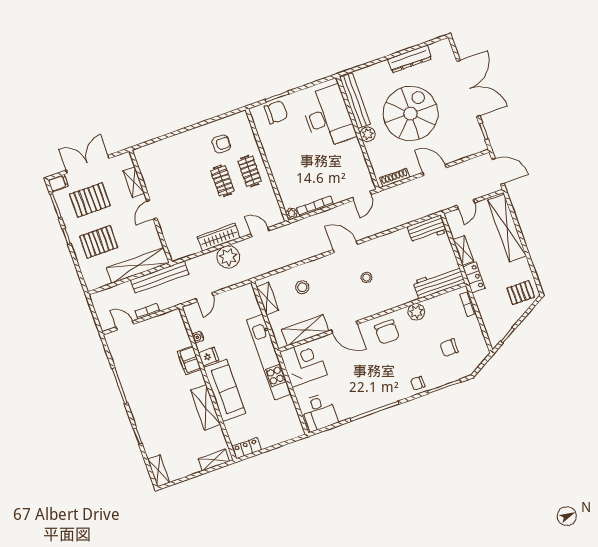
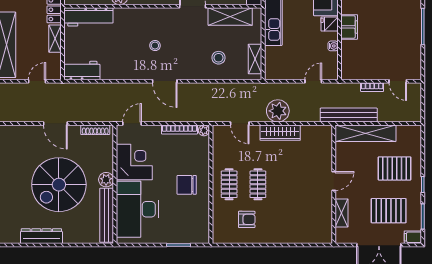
chair: (276, 112) -> (187, 185), moved
armchair: (221, 144) -> (247, 219), turned 180
corner desk: (347, 160) -> (134, 162), added

